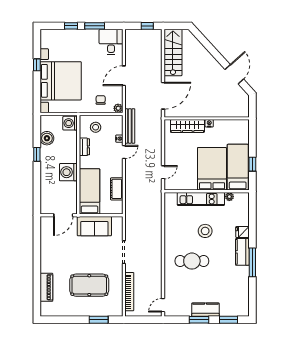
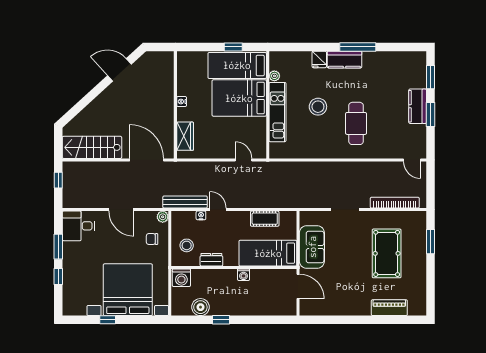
wardrobe: (187, 126) -> (185, 136), width x0.67
washing machine: (68, 172) -> (244, 275), width x0.53, depth x0.53

